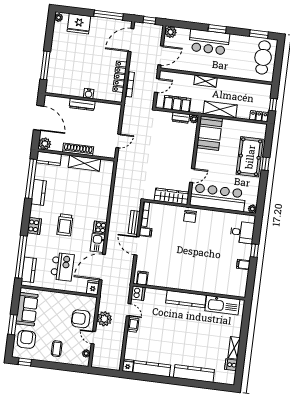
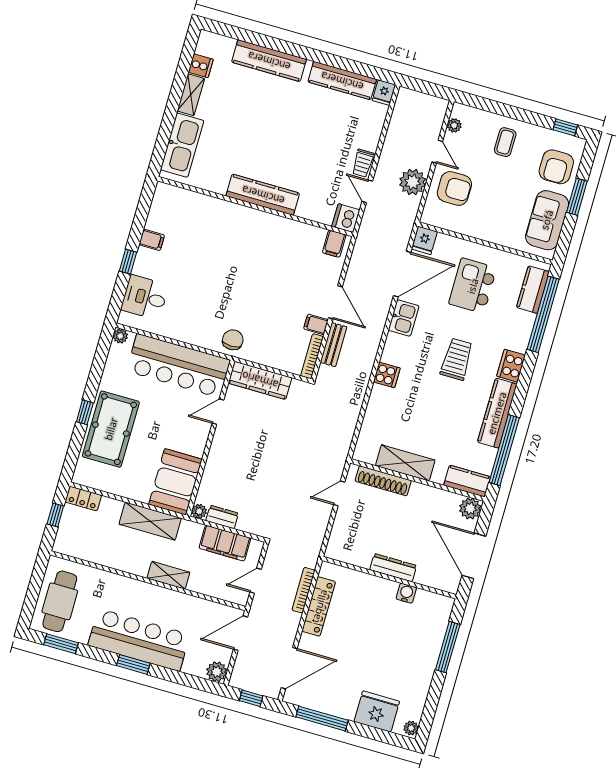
bar counter: (209, 42) -> (139, 640), width x1.36
water cooler: (89, 94) -> (406, 593), moved
shoe rack: (78, 149) -> (383, 481), moved
kitchen counter: (39, 192) -> (497, 413), width x1.50
cooker: (100, 228) -> (387, 375), moved
kitchen sink: (222, 305) -> (182, 145), moved, turned 90

